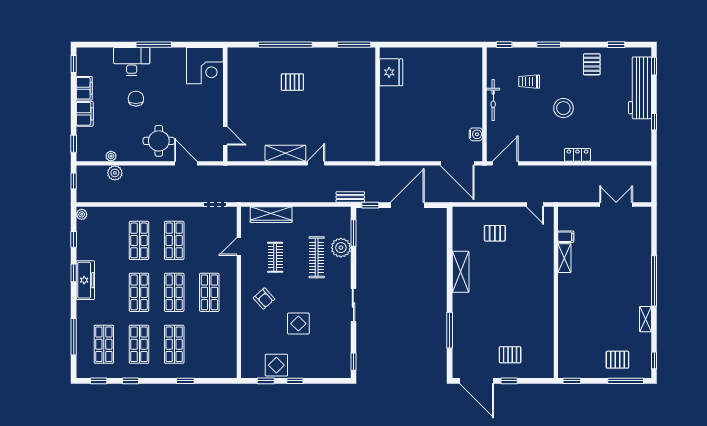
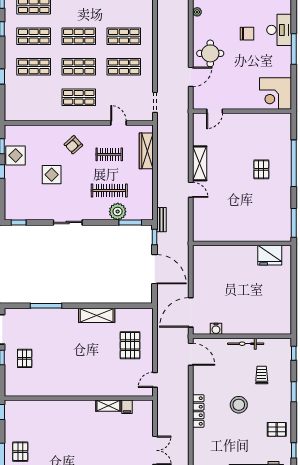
locker: (577, 155) -> (198, 411), width x1.53
plant: (115, 173) -> (182, 15), removed
pallet: (495, 233) -> (130, 345), width x1.50, depth x1.42

